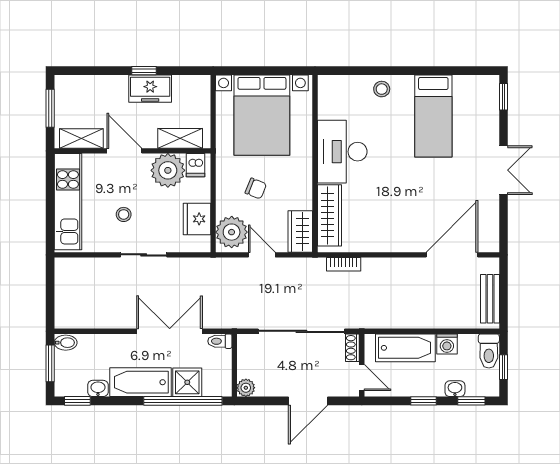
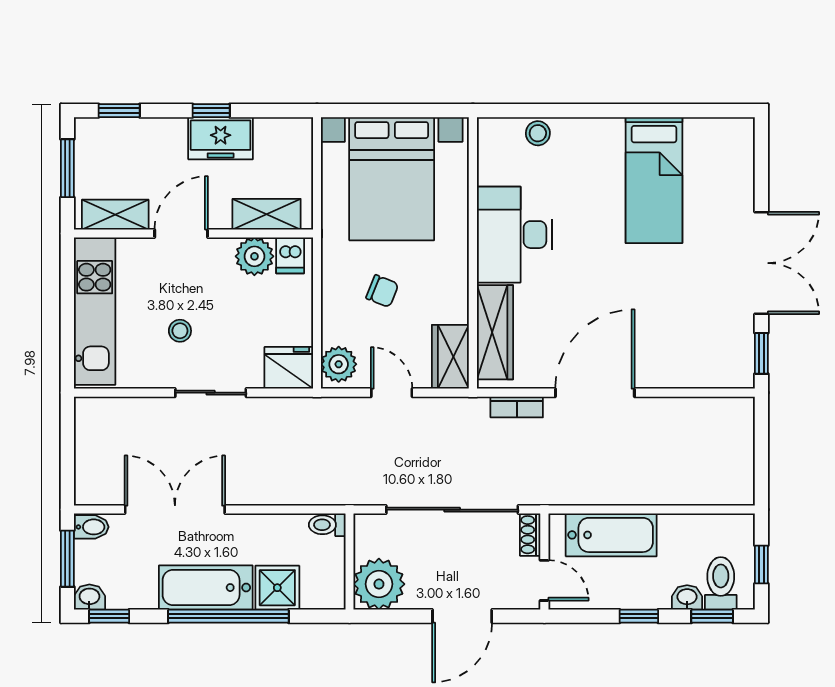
window: (84, 71) -> (119, 111), added
stool: (382, 89) -> (538, 133), moved
window: (504, 97) -> (761, 353), moved
door: (124, 151) -> (181, 233), hinge flipped
plant: (168, 170) -> (254, 256), width x0.73, depth x0.73
double door: (504, 170) -> (761, 263), width x1.37
fridge: (197, 219) -> (289, 368), moved, turned 90
plant: (232, 232) -> (339, 364), width x0.73, depth x0.73
door: (452, 255) -> (595, 393), moved
bench: (490, 299) -> (741, 460), removed
double door: (170, 331) -> (175, 510), moved
washing machine: (447, 344) -> (675, 529), removed
toilet: (489, 351) -> (721, 583), moved, turned 180
washbasin: (98, 388) -> (89, 597), moved
plant: (246, 388) -> (379, 584), width x1.87, depth x1.87
window: (183, 401) -> (228, 616), moved

